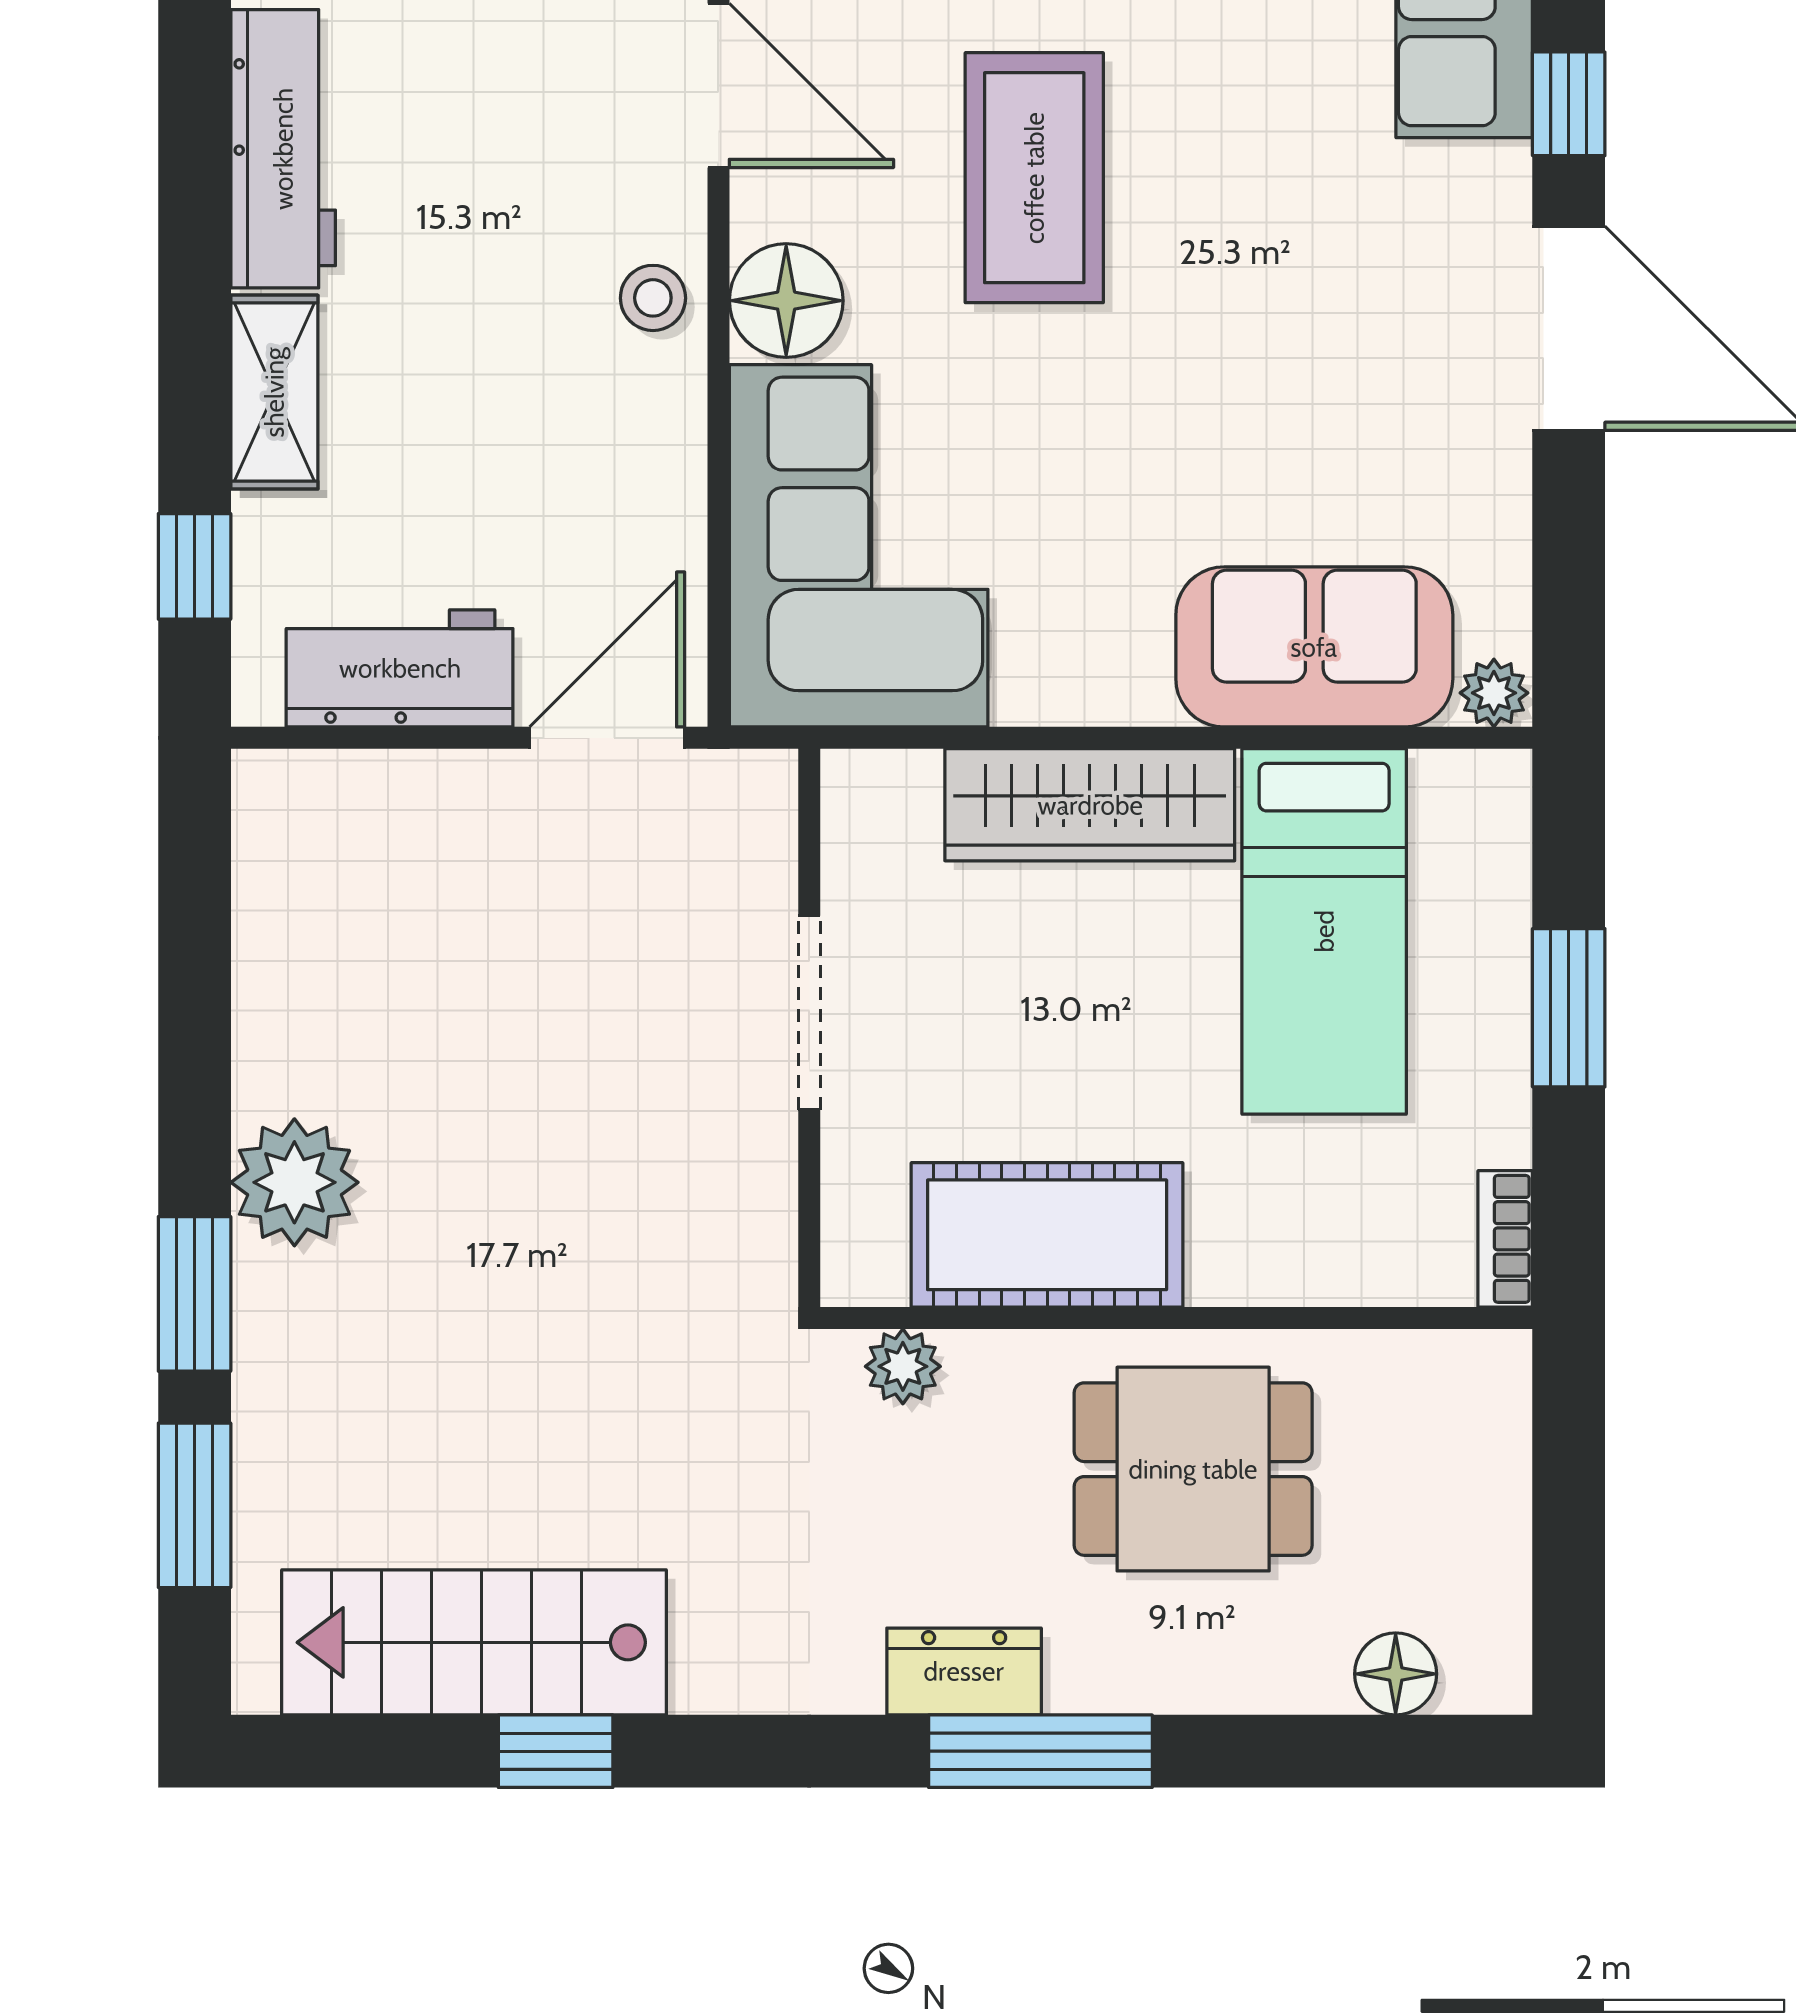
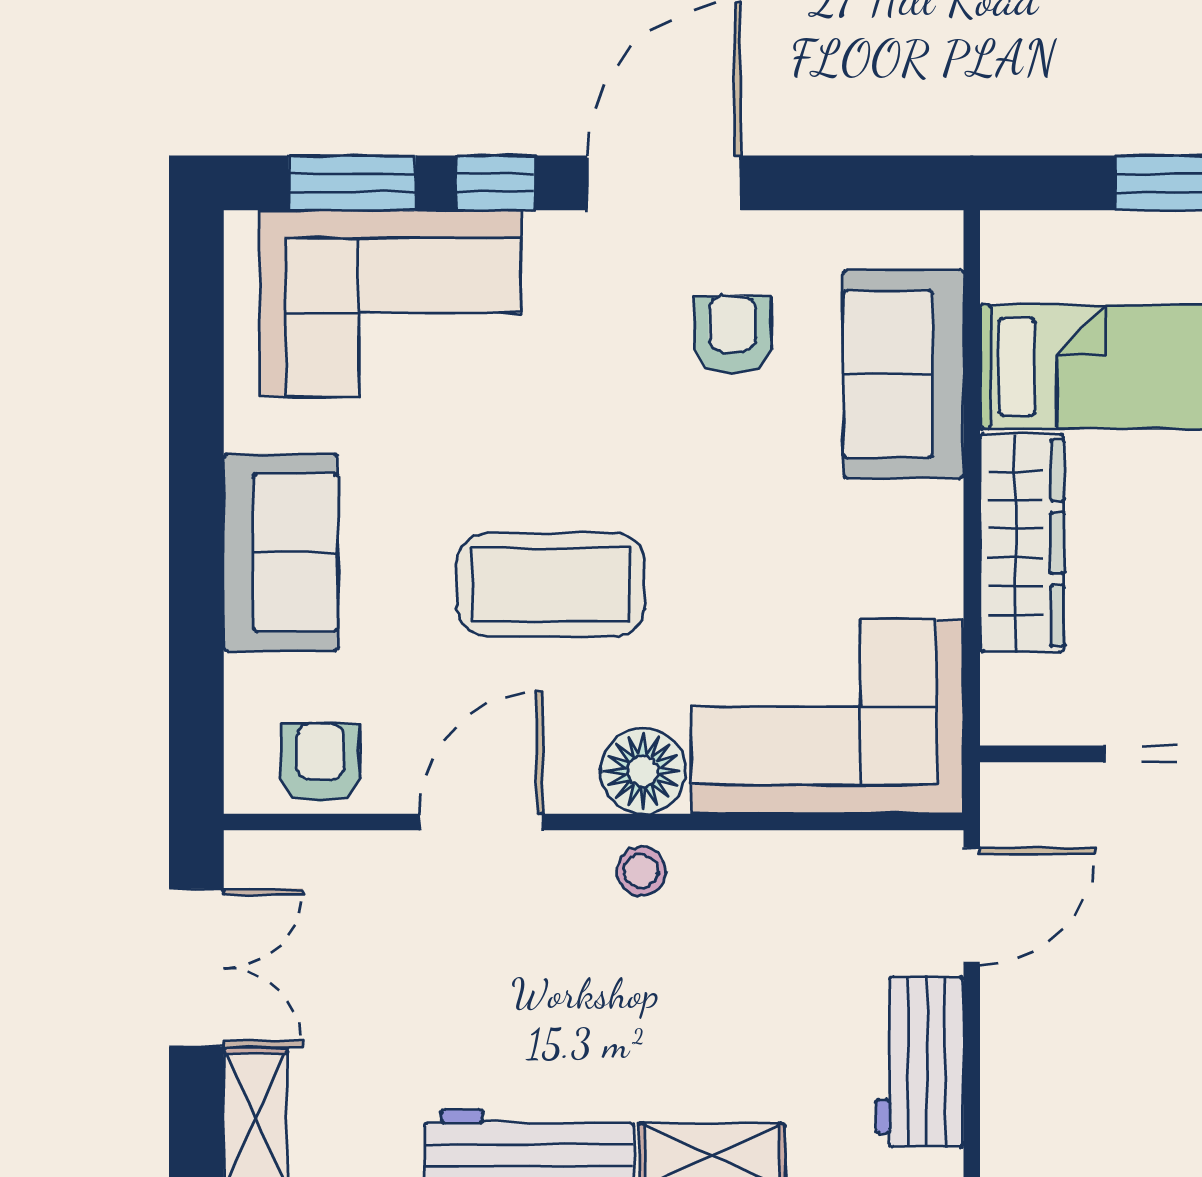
armchair: (1367, 419) -> (732, 335), added
plant: (1494, 693) -> (938, 239), removed
door: (607, 738) -> (972, 906), swing flipped

